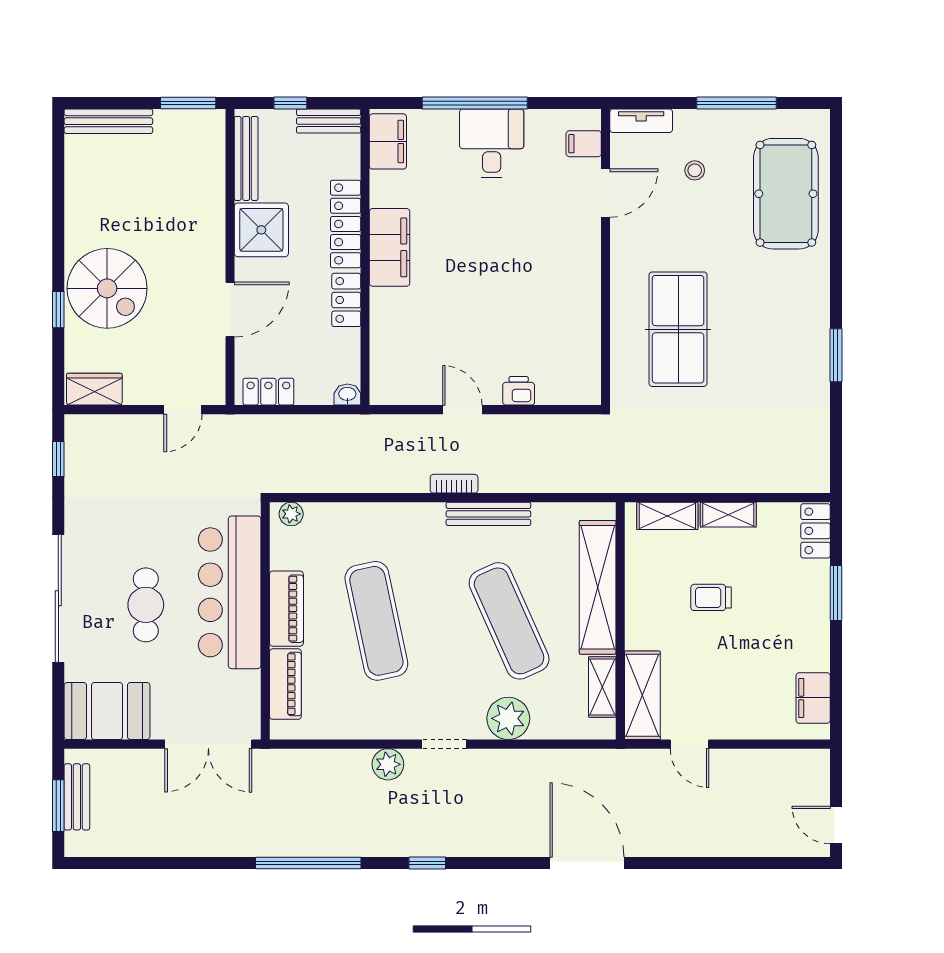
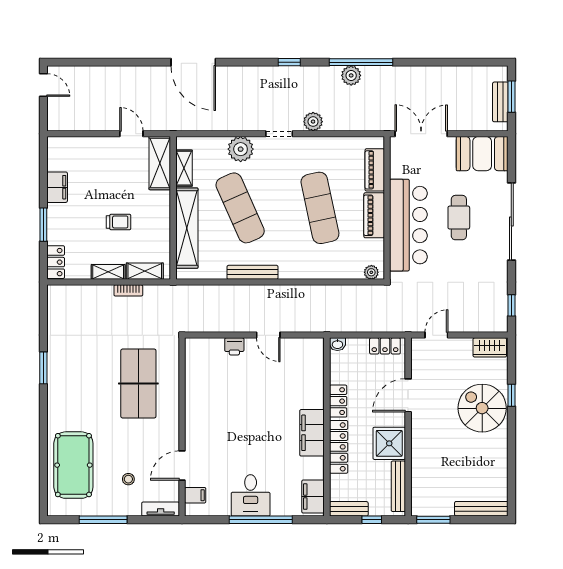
bookcase: (454, 484) -> (128, 290), moved
filing cabinet: (813, 698) -> (57, 187), moved
plant: (325, 841) -> (351, 75), added

